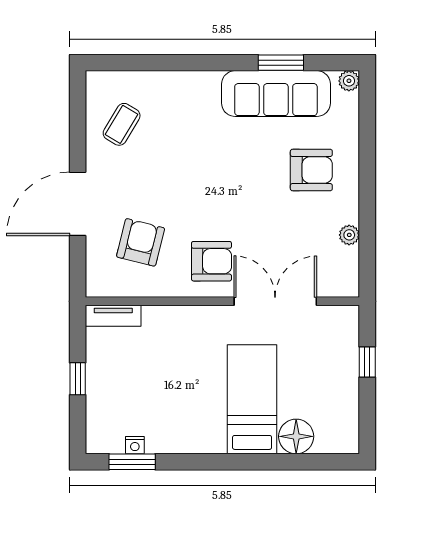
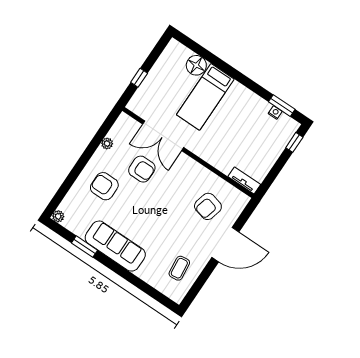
sofa: (276, 94) -> (115, 246), moved
coffee table: (122, 124) -> (179, 268), turned -37
armchair: (211, 261) -> (142, 169), moved, turned 180
window: (78, 379) -> (294, 142), moved

